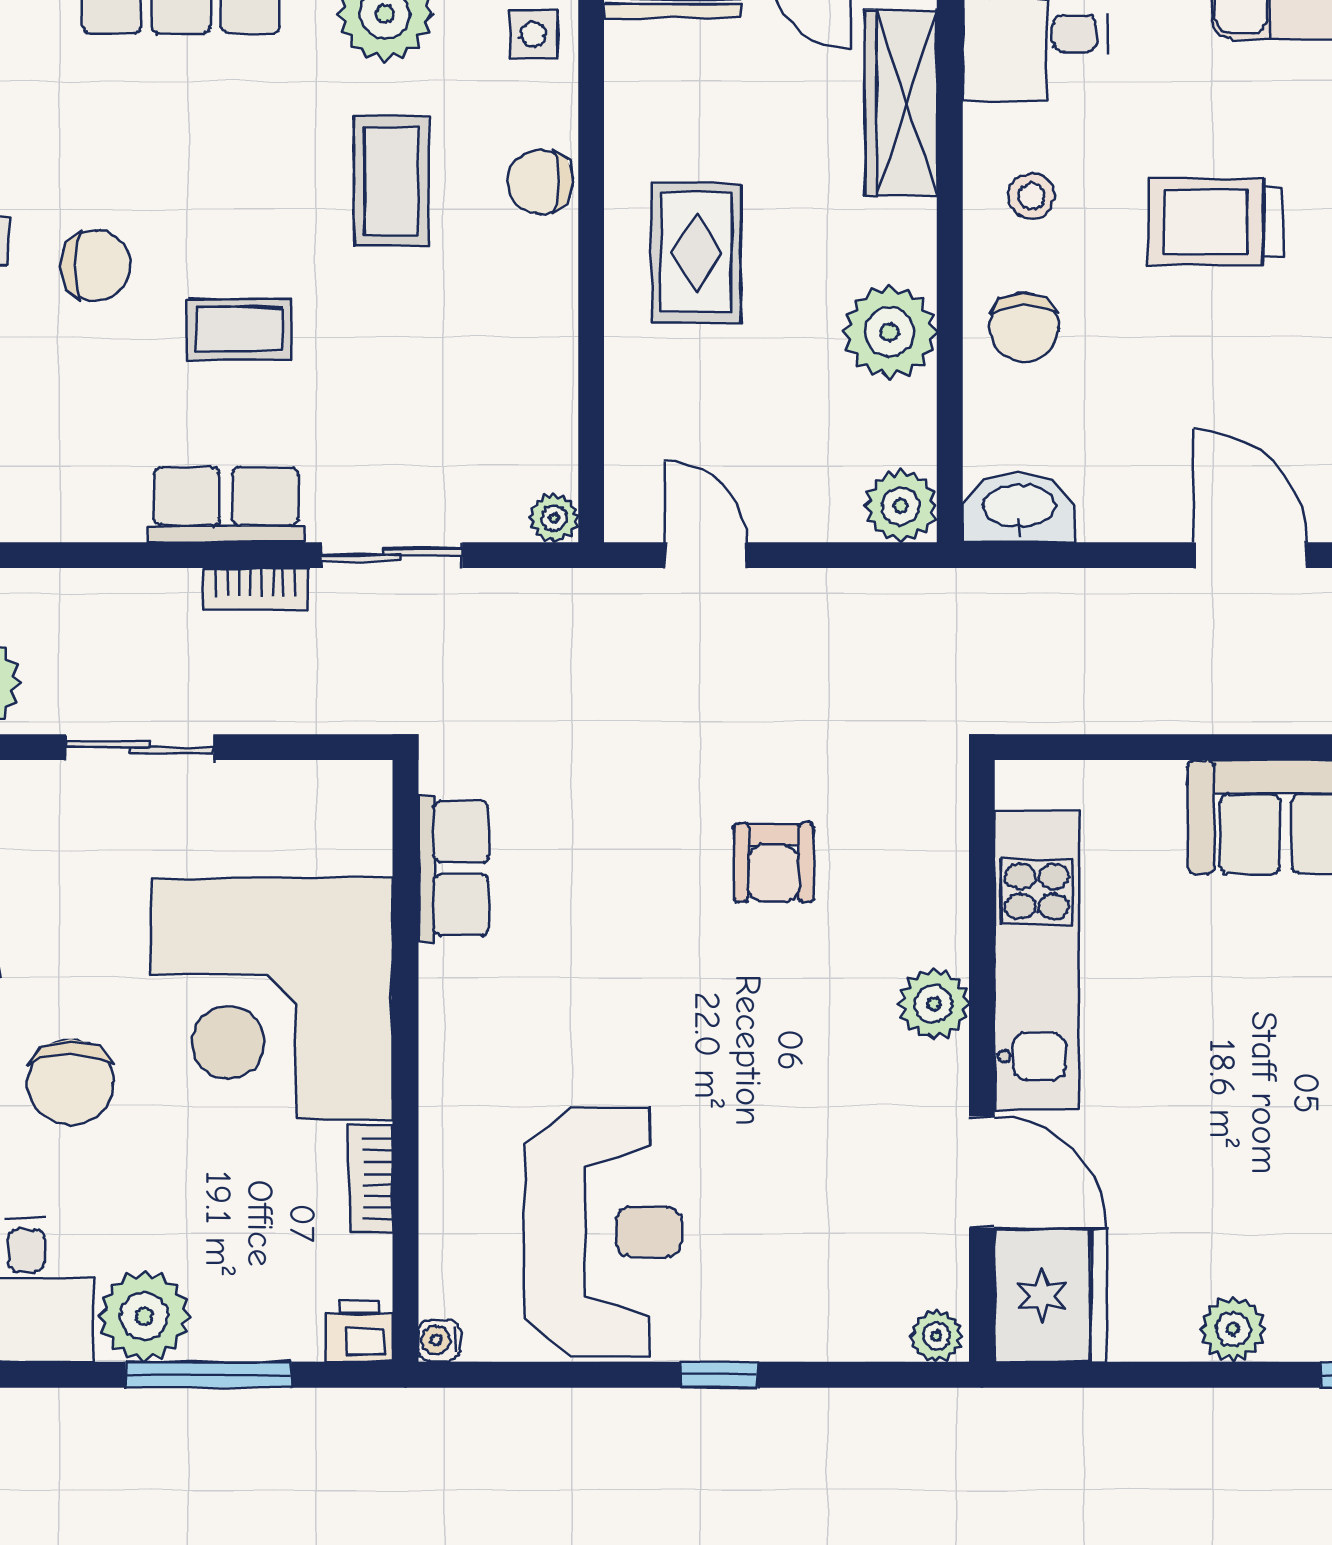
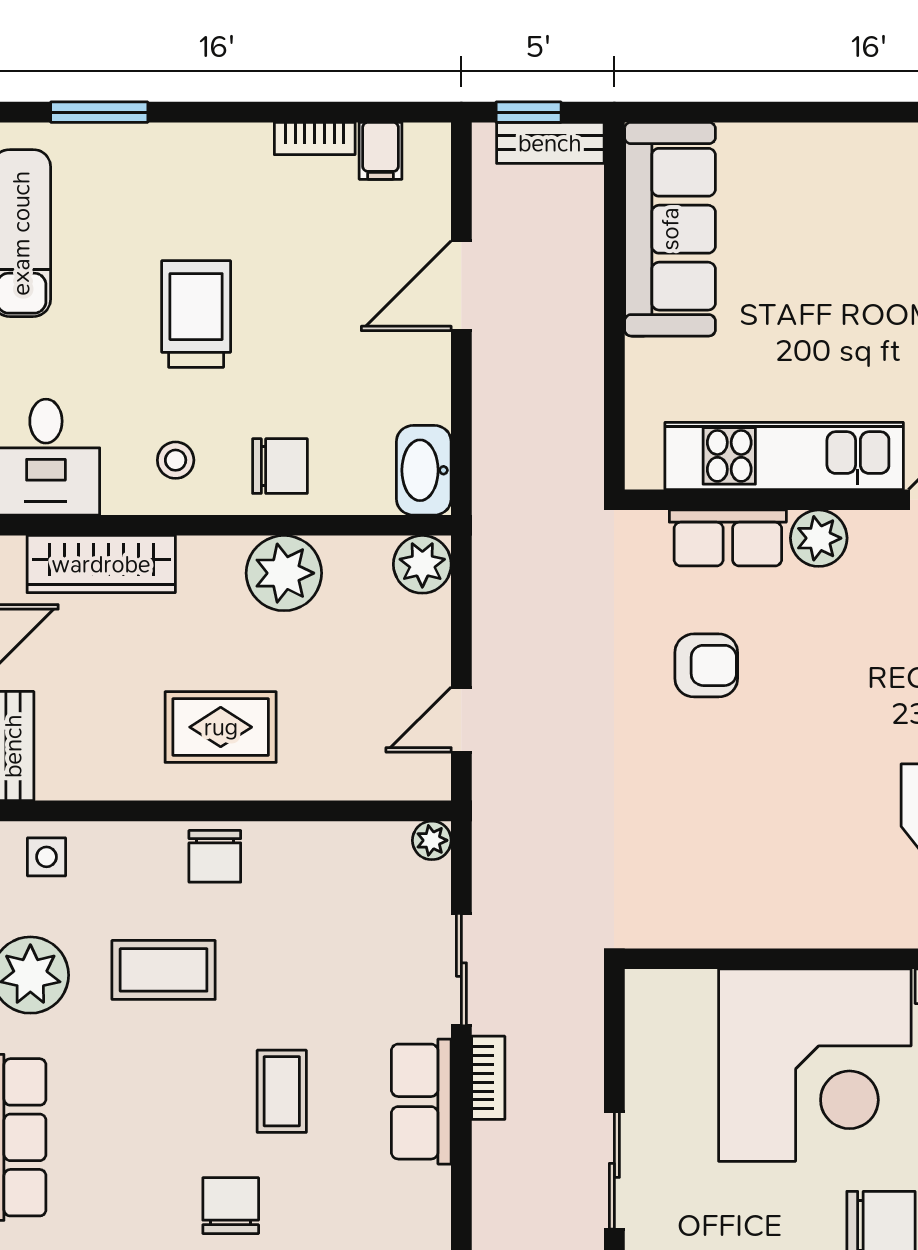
chair: (540, 182) -> (215, 856), moved
trolley: (1215, 222) -> (196, 314), turned 180
row of seats: (453, 868) -> (728, 538), moved, turned 180

